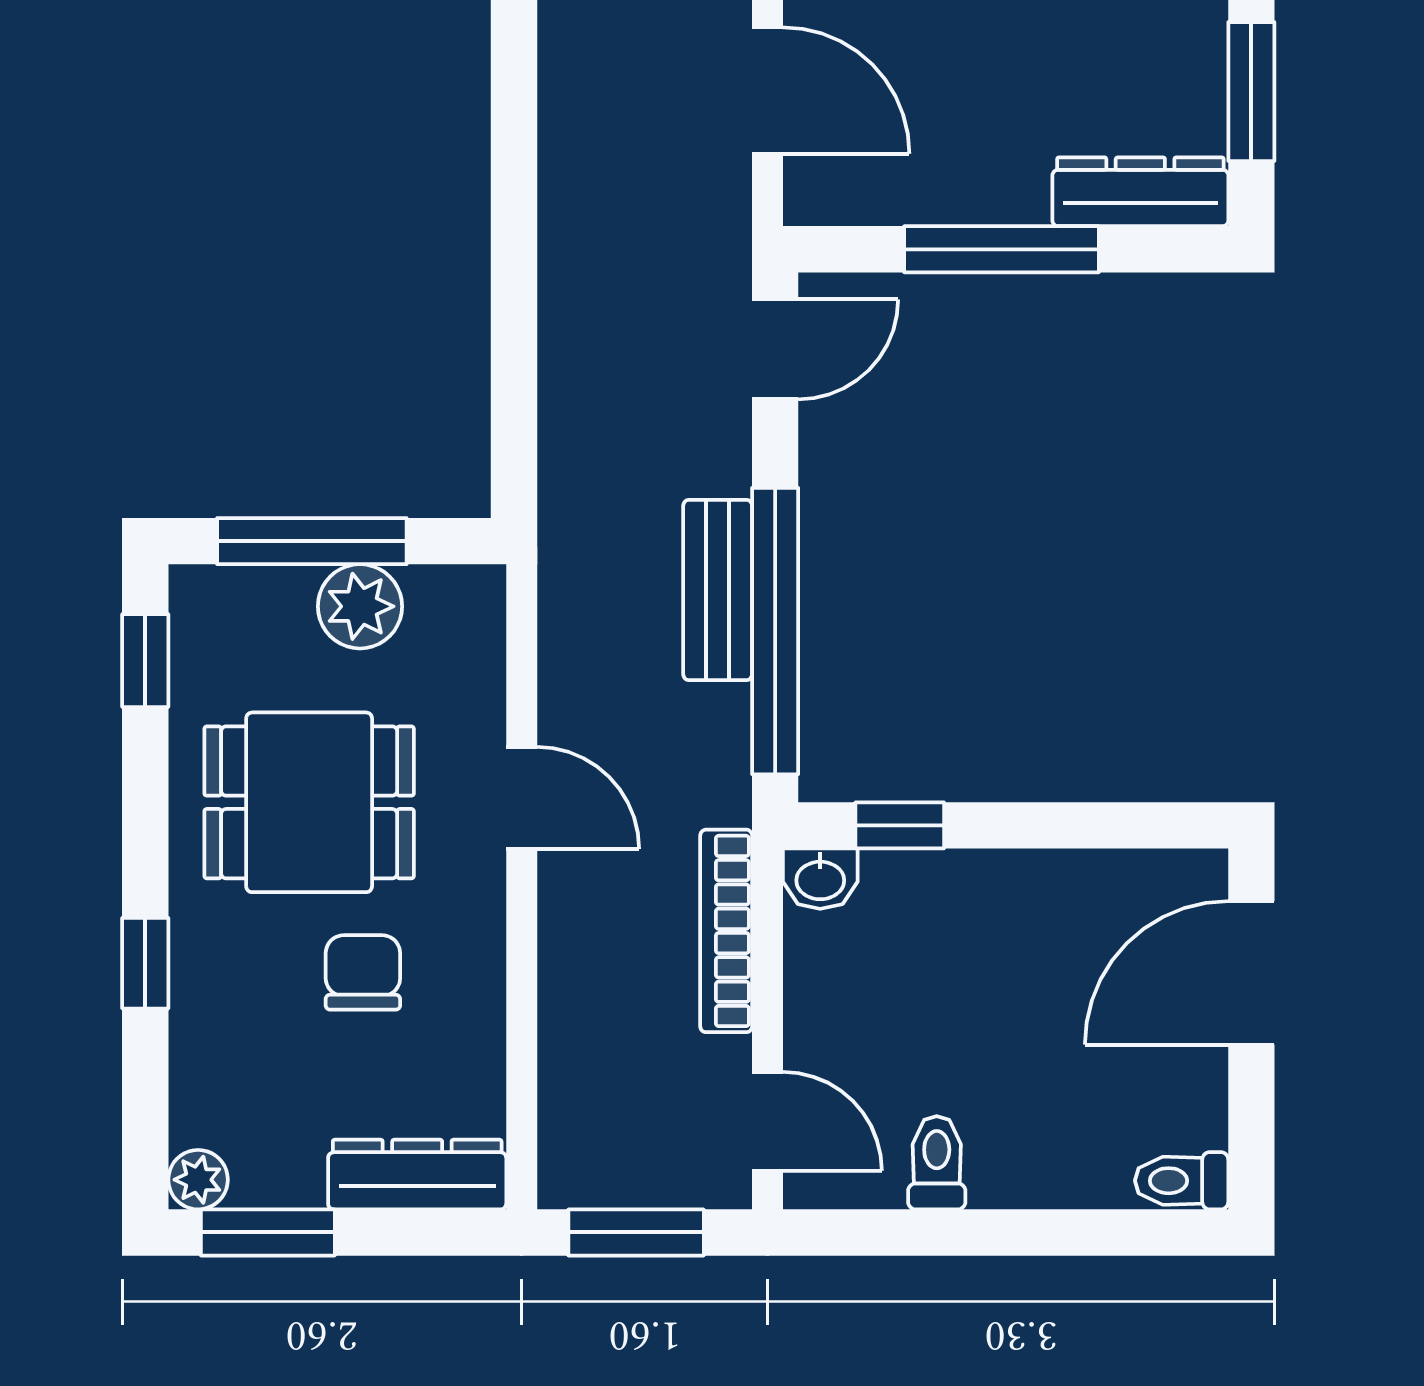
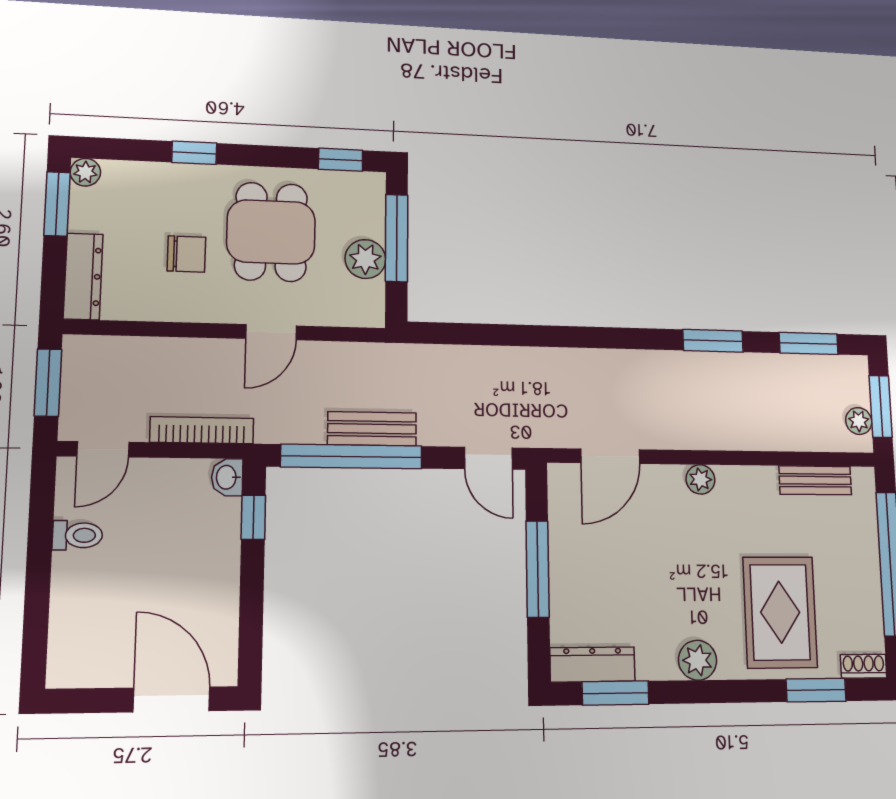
dresser: (1140, 192) -> (592, 664), moved, turned -90
toilet: (1182, 1181) -> (62, 664), removed

